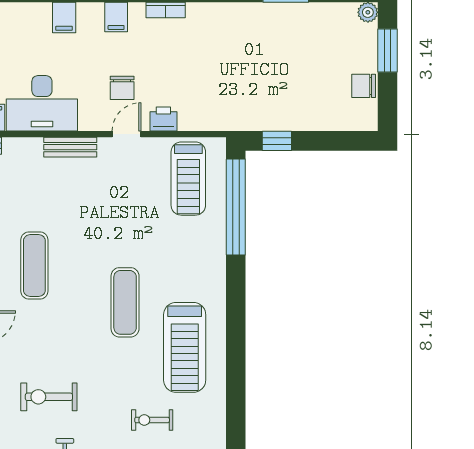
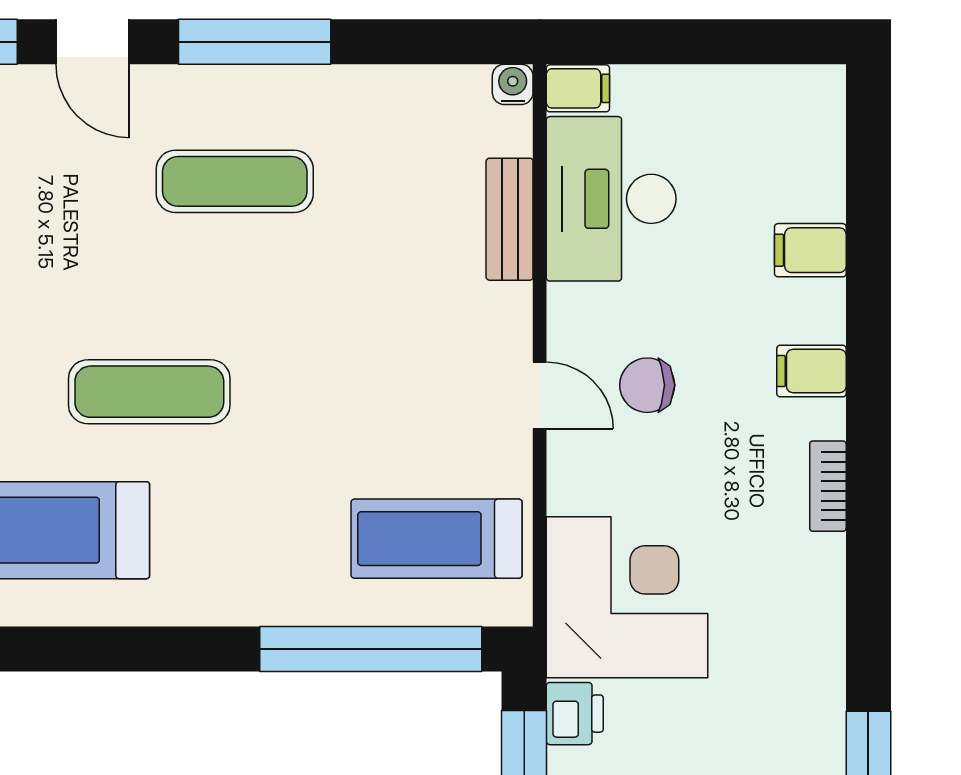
corner desk: (214, 97) -> (627, 597), added
printer: (163, 119) -> (575, 714), moved
bench: (70, 147) -> (510, 219), moved

